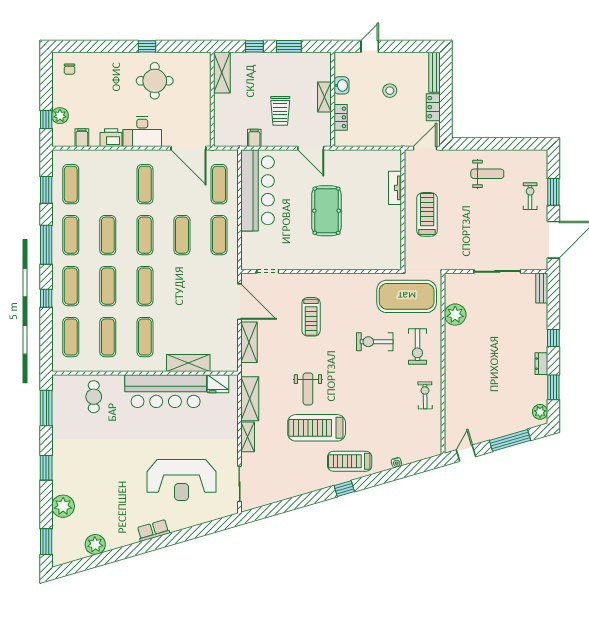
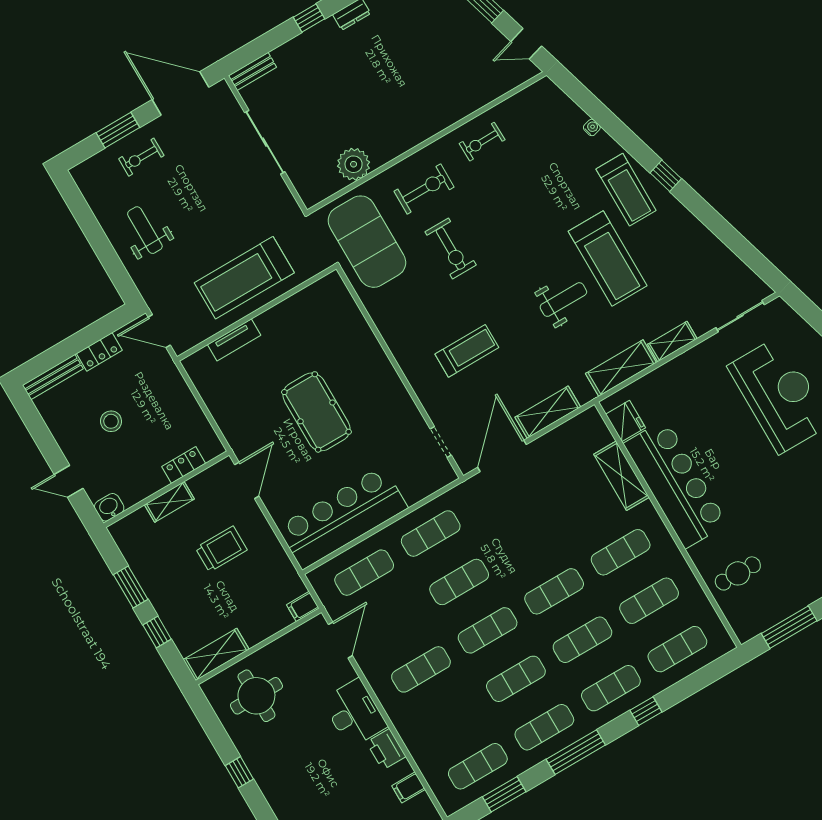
round table: (155, 81) -> (256, 696), moved
washbasin: (341, 85) -> (109, 507), moved
filing cabinet: (254, 138) -> (303, 606), moved
door: (189, 148) -> (340, 640), width x0.73
pool table: (326, 211) -> (316, 412), turned 90
treadmill: (427, 214) -> (244, 278), width x1.37, depth x1.38

